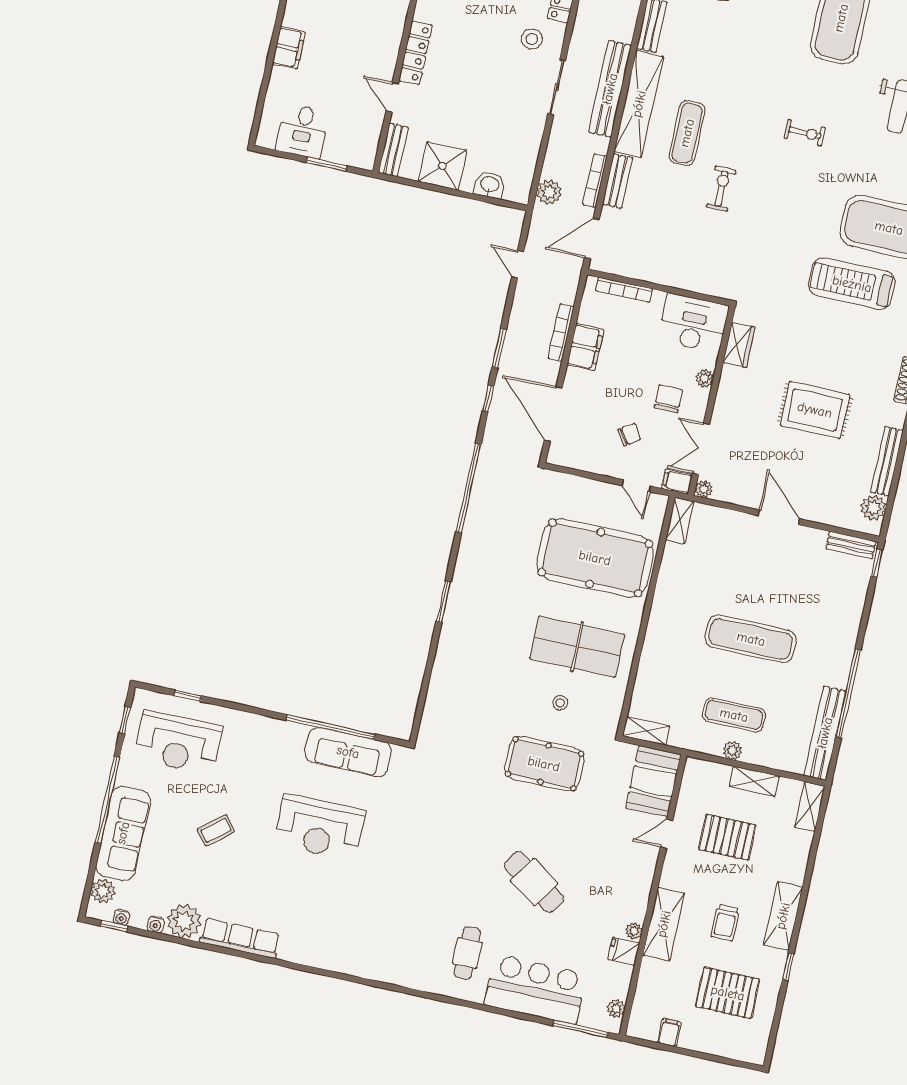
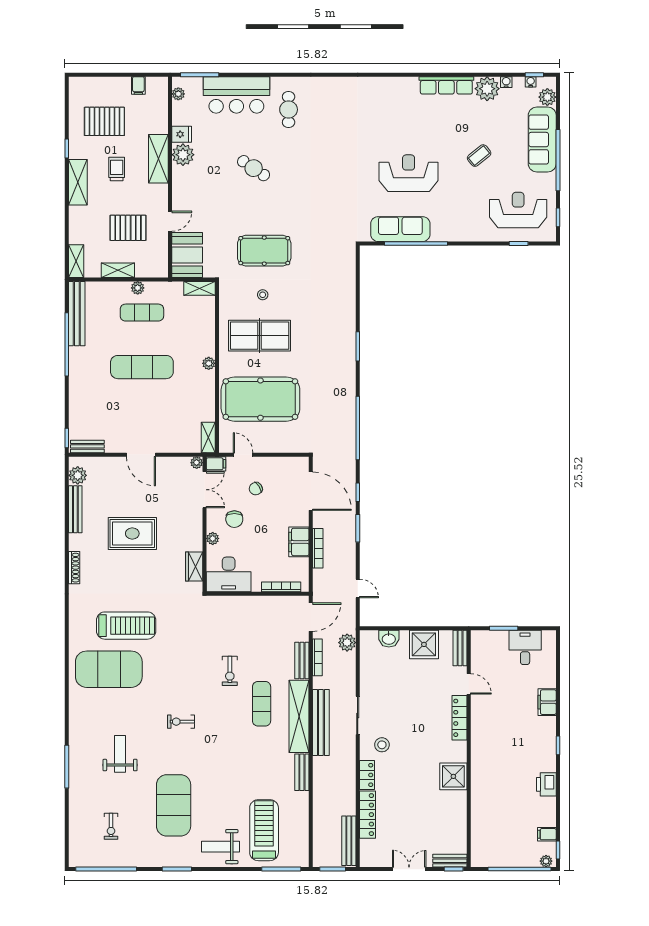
plant: (656, 624) -> (209, 363), added
cafe table: (534, 882) -> (254, 168), width x0.73, depth x0.74
plant: (634, 931) -> (183, 155), width x1.88, depth x1.88

